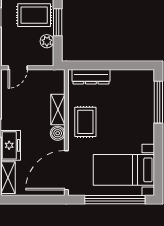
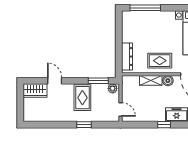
window: (58, 22) -> (98, 81), moved
plant: (47, 41) -> (113, 88), moved

